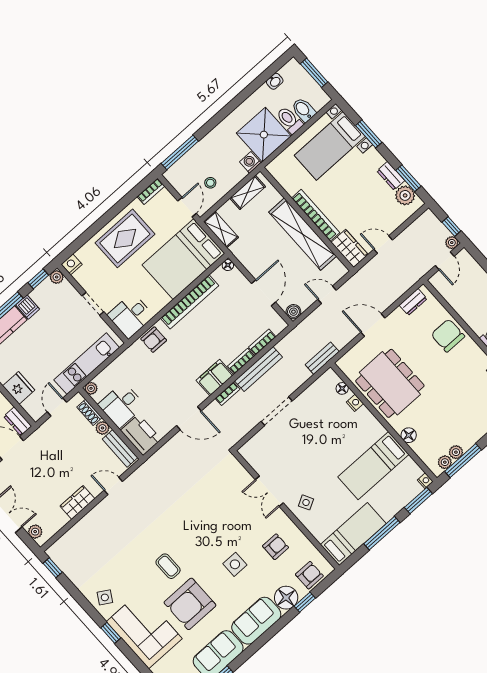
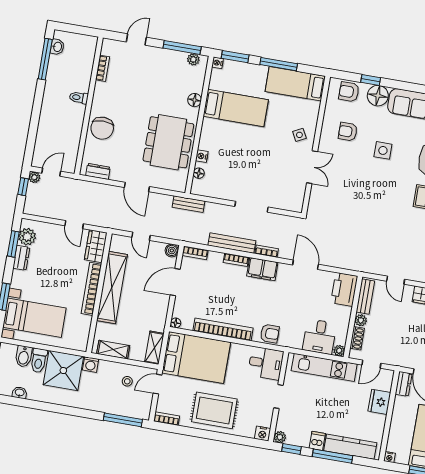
bookcase: (262, 342) -> (195, 253), moved
desk: (122, 405) -> (320, 337), moved, turned 90
plant: (456, 452) -> (180, 57), removed

